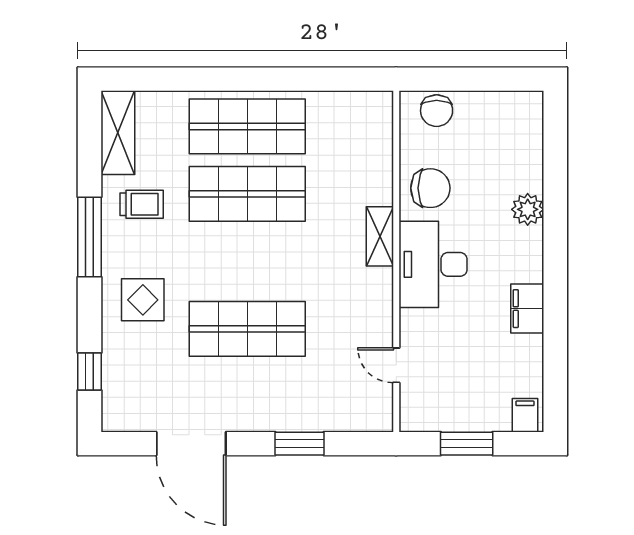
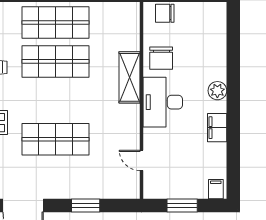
chair: (437, 111) -> (165, 13), turned 90
chair: (430, 188) -> (161, 58), turned 90
plant: (528, 209) -> (217, 91), moved
shelving: (380, 236) -> (129, 77), width x1.50, depth x1.33

